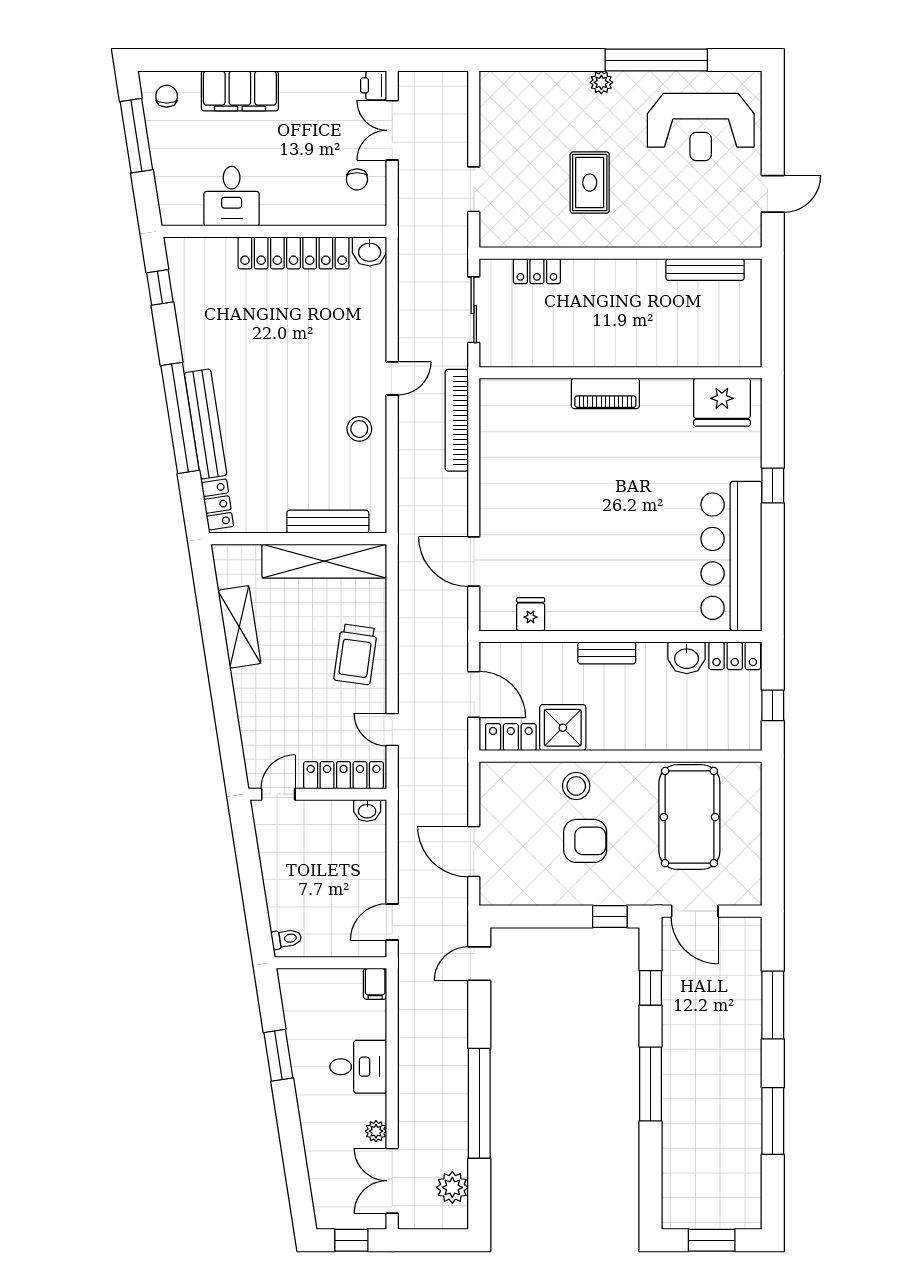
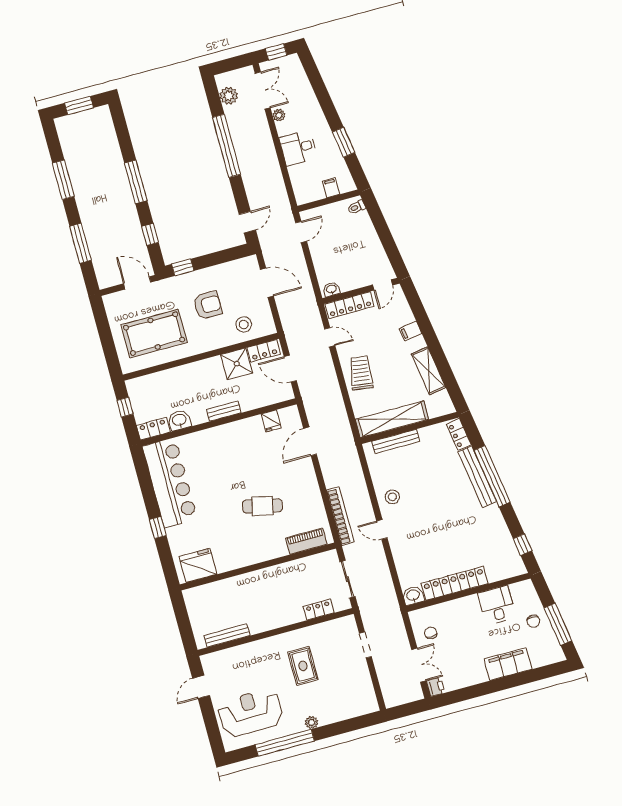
chair: (167, 96) -> (533, 621), moved
door: (392, 378) -> (382, 529), hinge flipped
piano: (605, 393) -> (306, 541), moved
cafe table: (585, 474) -> (262, 506), added
door: (474, 562) -> (310, 441), swing flipped
filing cabinet: (252, 703) -> (411, 331), added
stool: (576, 786) -> (244, 324), moved
pool table: (689, 817) -> (154, 334), turned 90
armchair: (585, 841) -> (208, 305), turned 180
filing cabinet: (375, 984) -> (331, 188), moved

